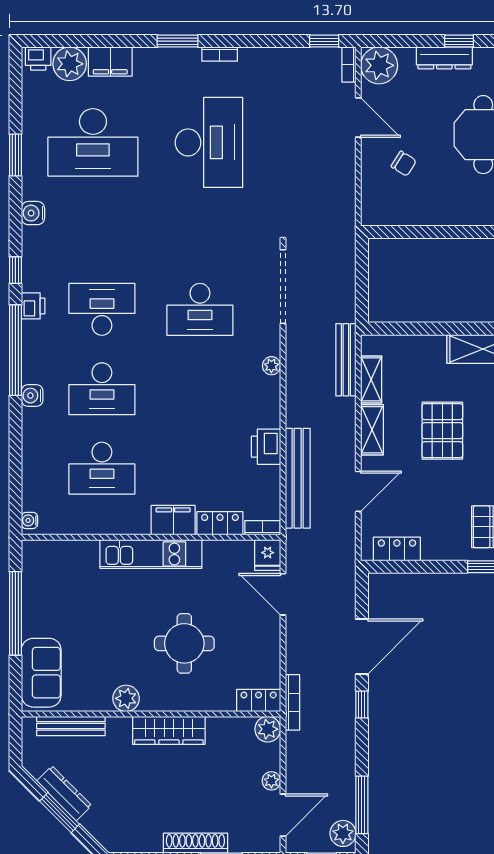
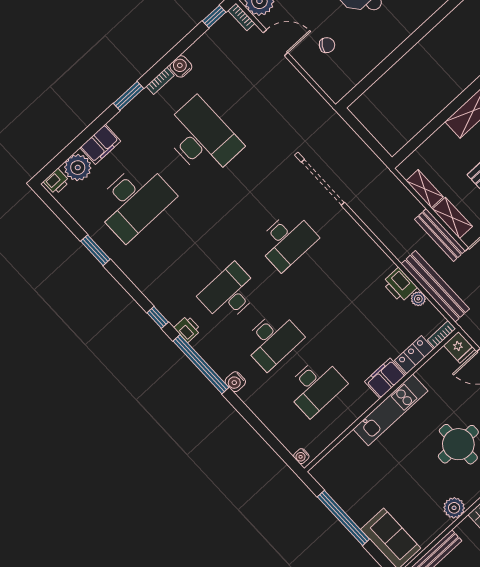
water cooler: (33, 213) -> (181, 66), moved, turned 90
bench: (346, 360) -> (440, 235), moved
plant: (271, 366) -> (418, 299), moved

